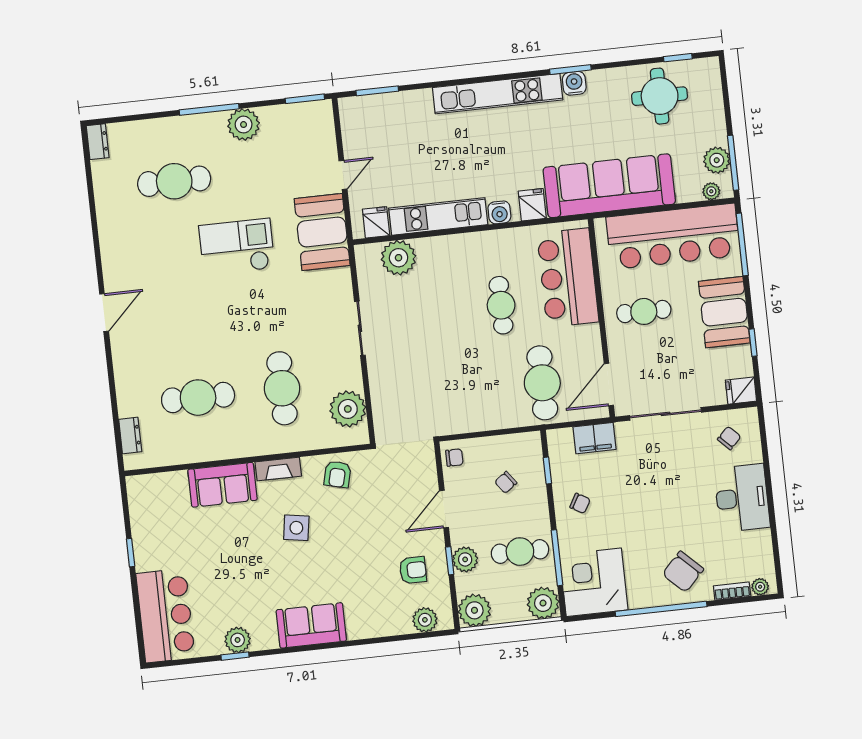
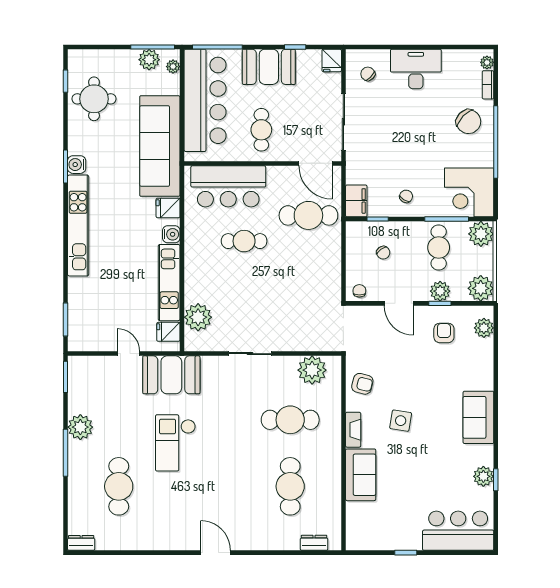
filing cabinet: (595, 438) -> (356, 201), moved

